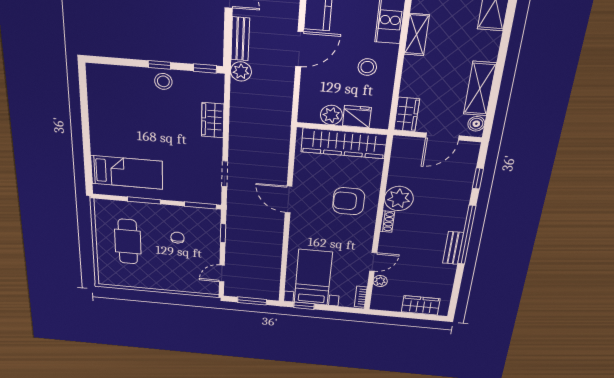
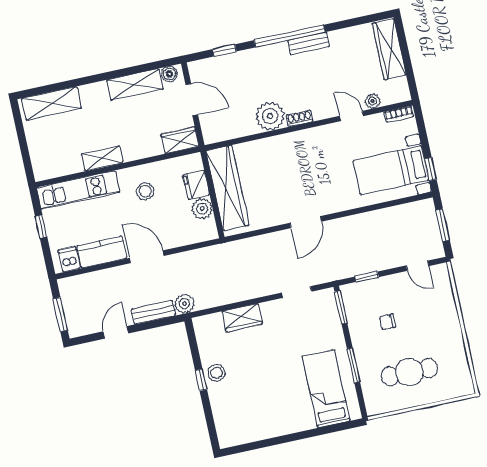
window: (205, 68) -> (192, 337), removed
armchair: (349, 201) -> (289, 163), removed
wardrobe: (421, 305) -> (389, 49), width x1.50

